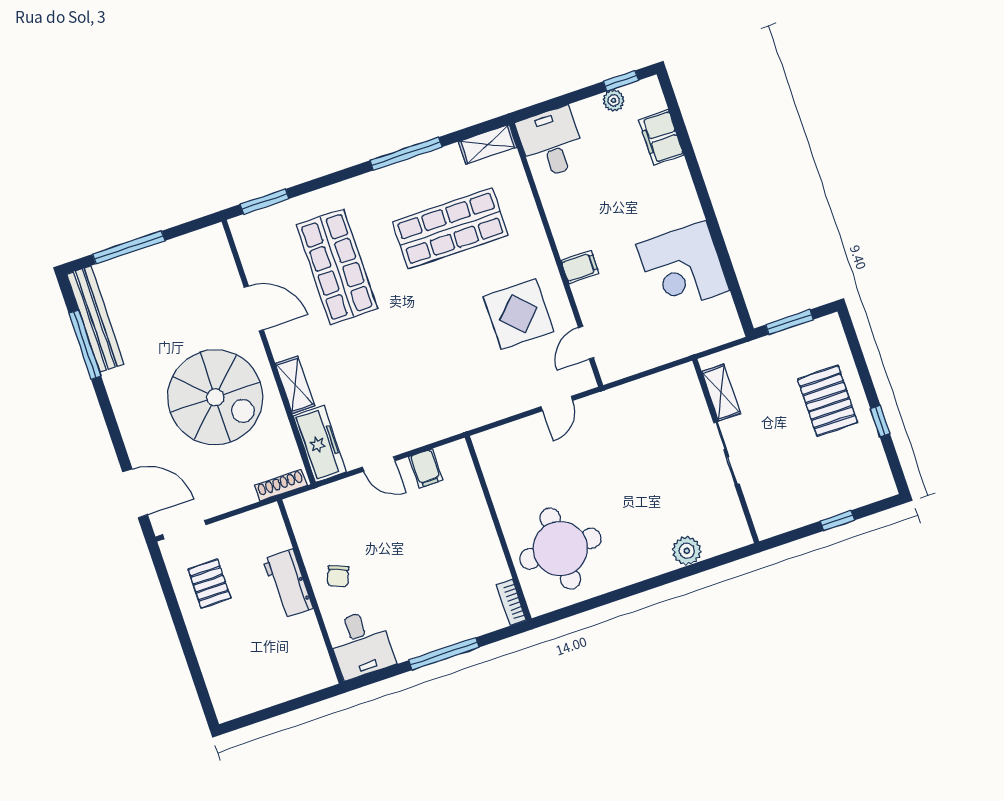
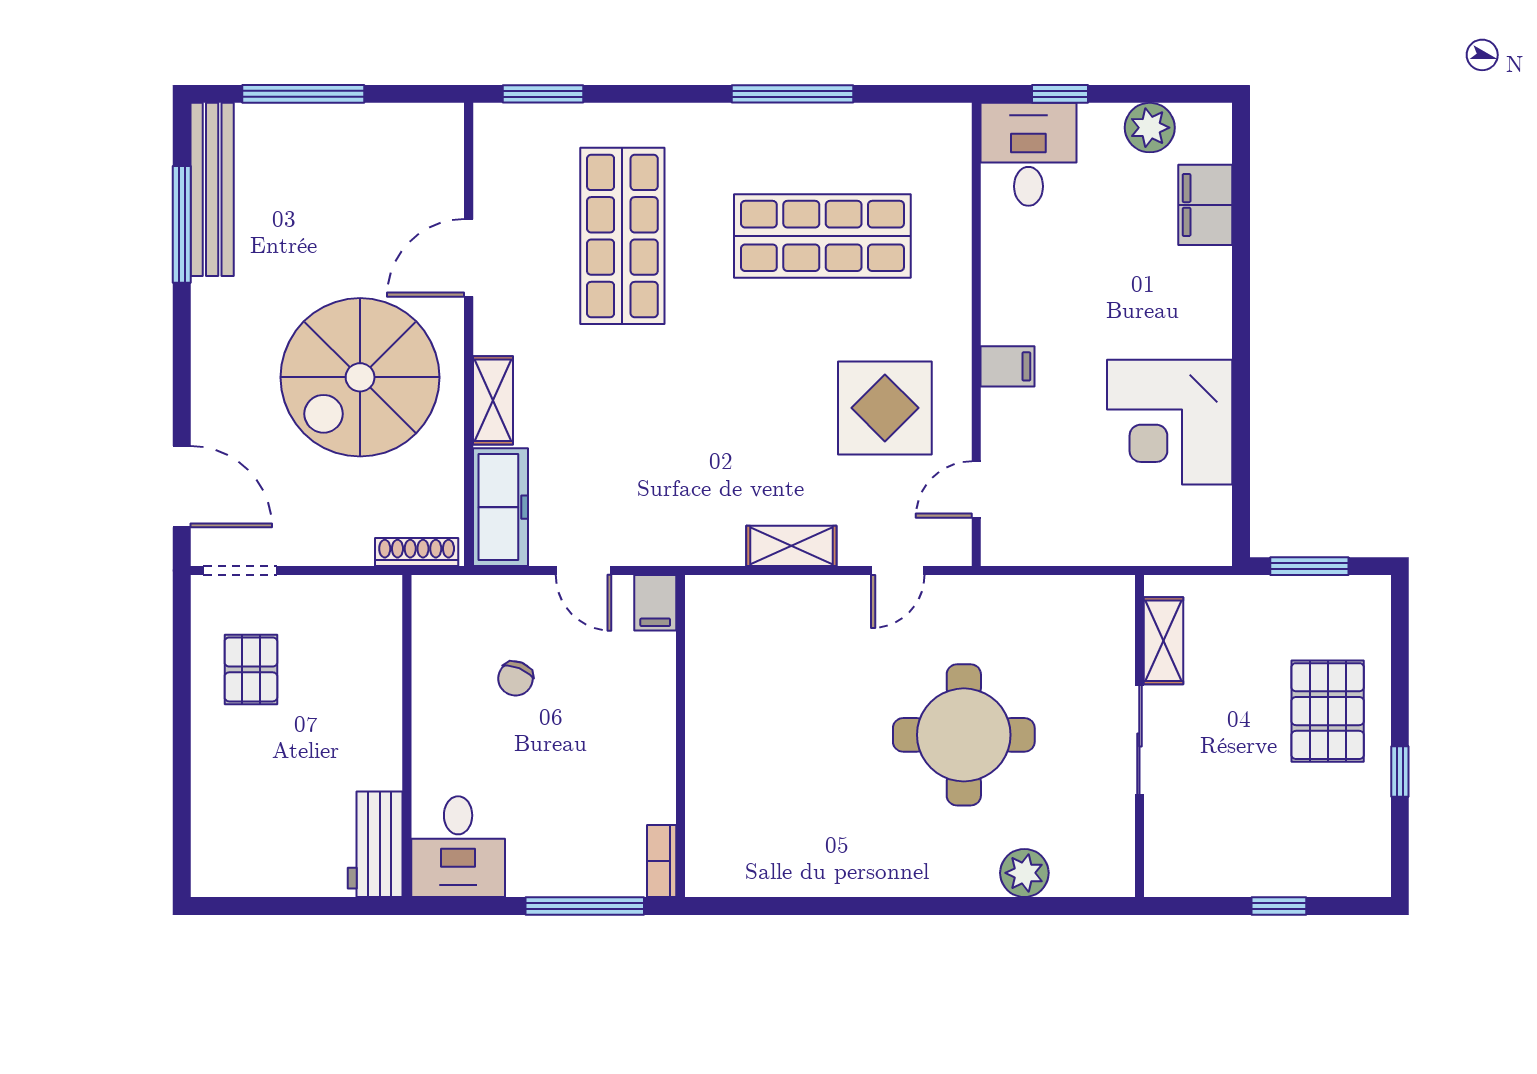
window: (621, 81) -> (1060, 94), moved
plant: (614, 100) -> (1150, 128), width x1.38, depth x1.38
shelving: (488, 144) -> (791, 546), moved
door: (254, 309) -> (469, 258), swing flipped
spiral stairs: (215, 397) -> (360, 377), turned 90
wall: (498, 528) -> (680, 736), moved
round table: (560, 549) -> (964, 735), moved
chair: (338, 576) -> (516, 678), moved
workbench: (288, 584) -> (375, 844), moved
bookcase: (511, 602) -> (662, 861), moved

